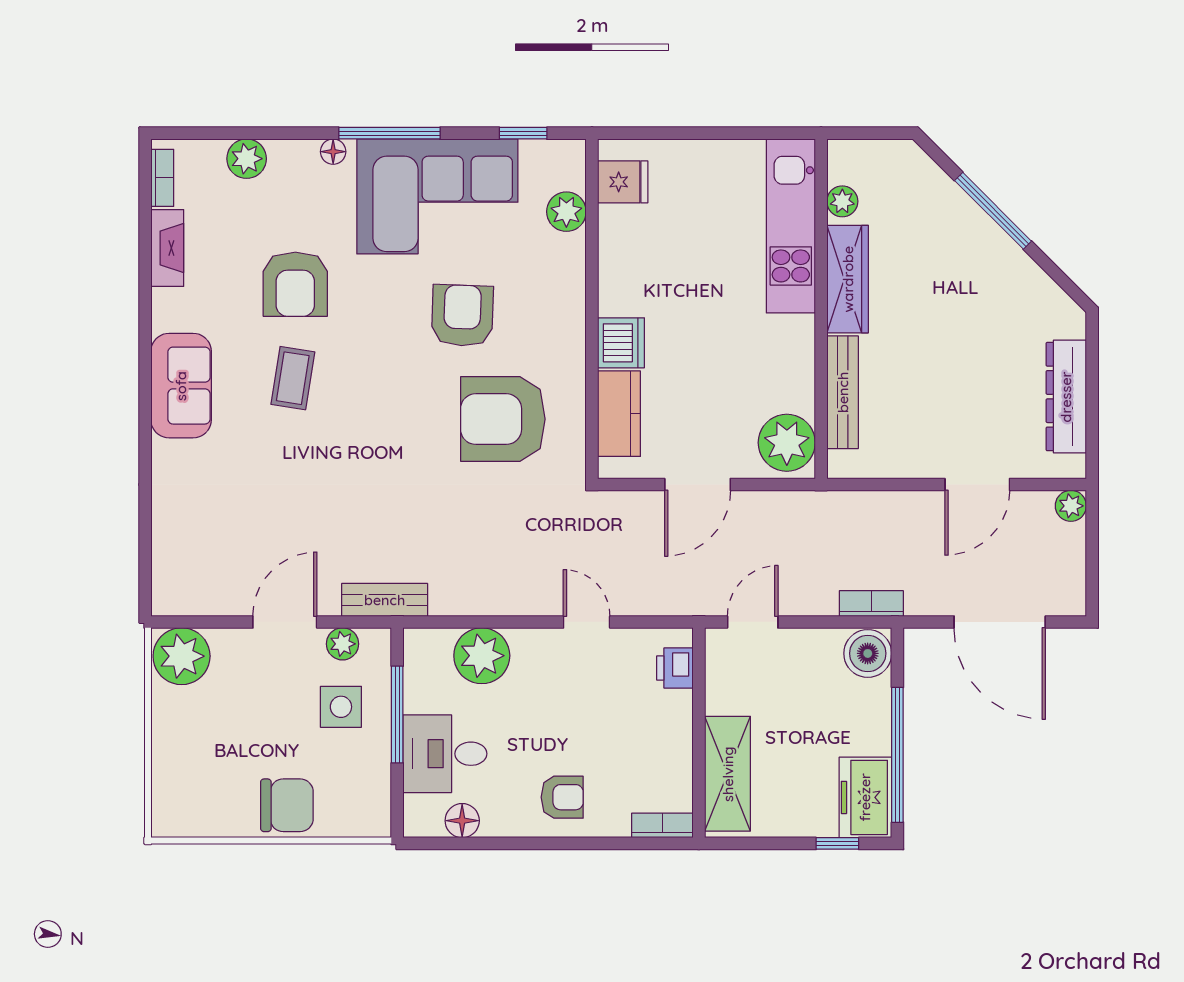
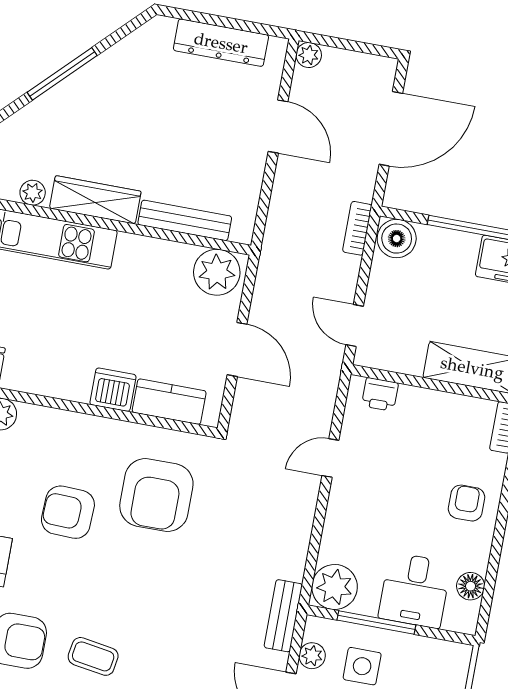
plant: (482, 656) -> (335, 587), moved

